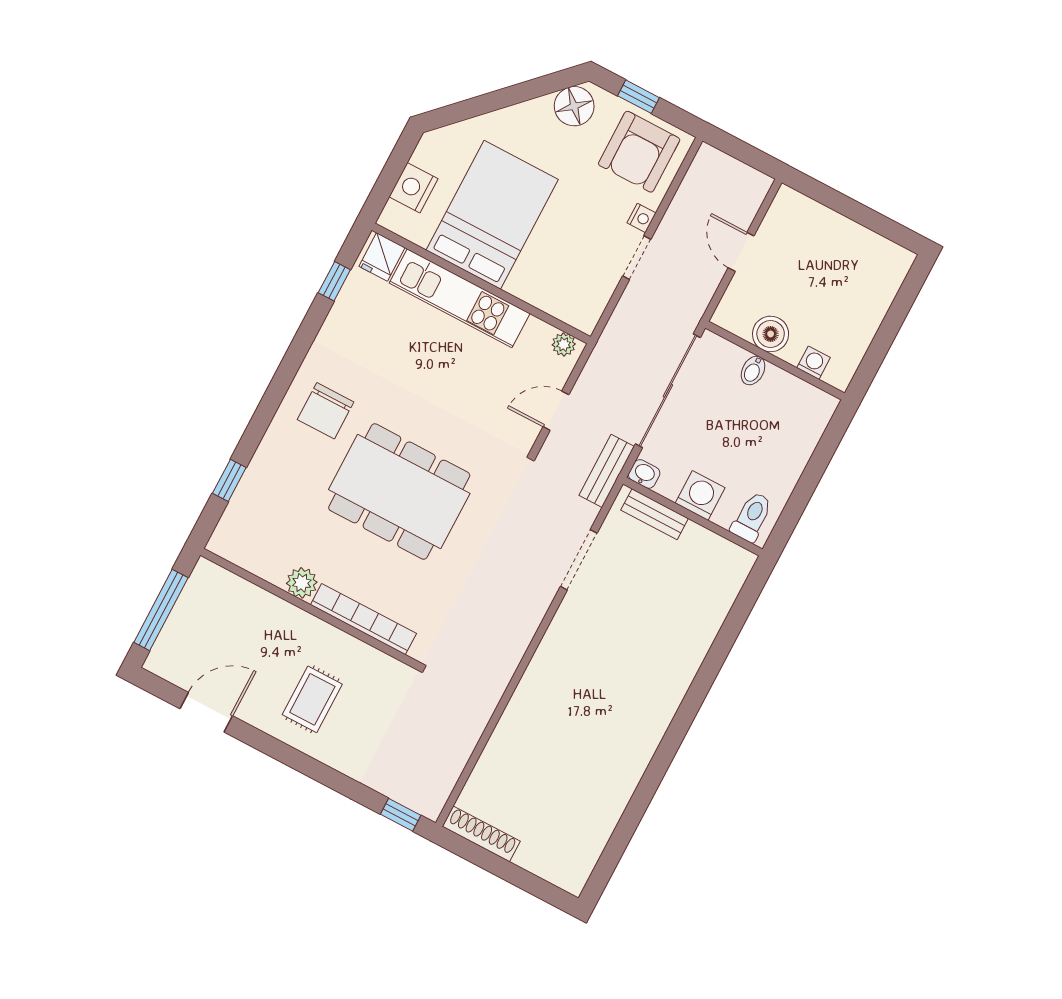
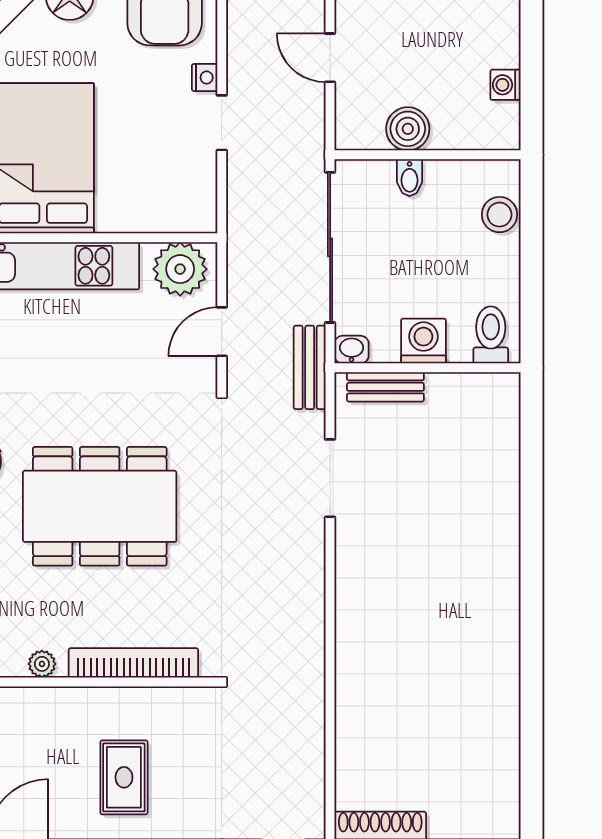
plant: (564, 344) -> (180, 269), width x1.87, depth x1.87
washing machine: (814, 363) -> (505, 85), moved, turned -90
stool: (805, 432) -> (499, 215), added
plant: (302, 583) -> (42, 664), width x0.73, depth x0.73

